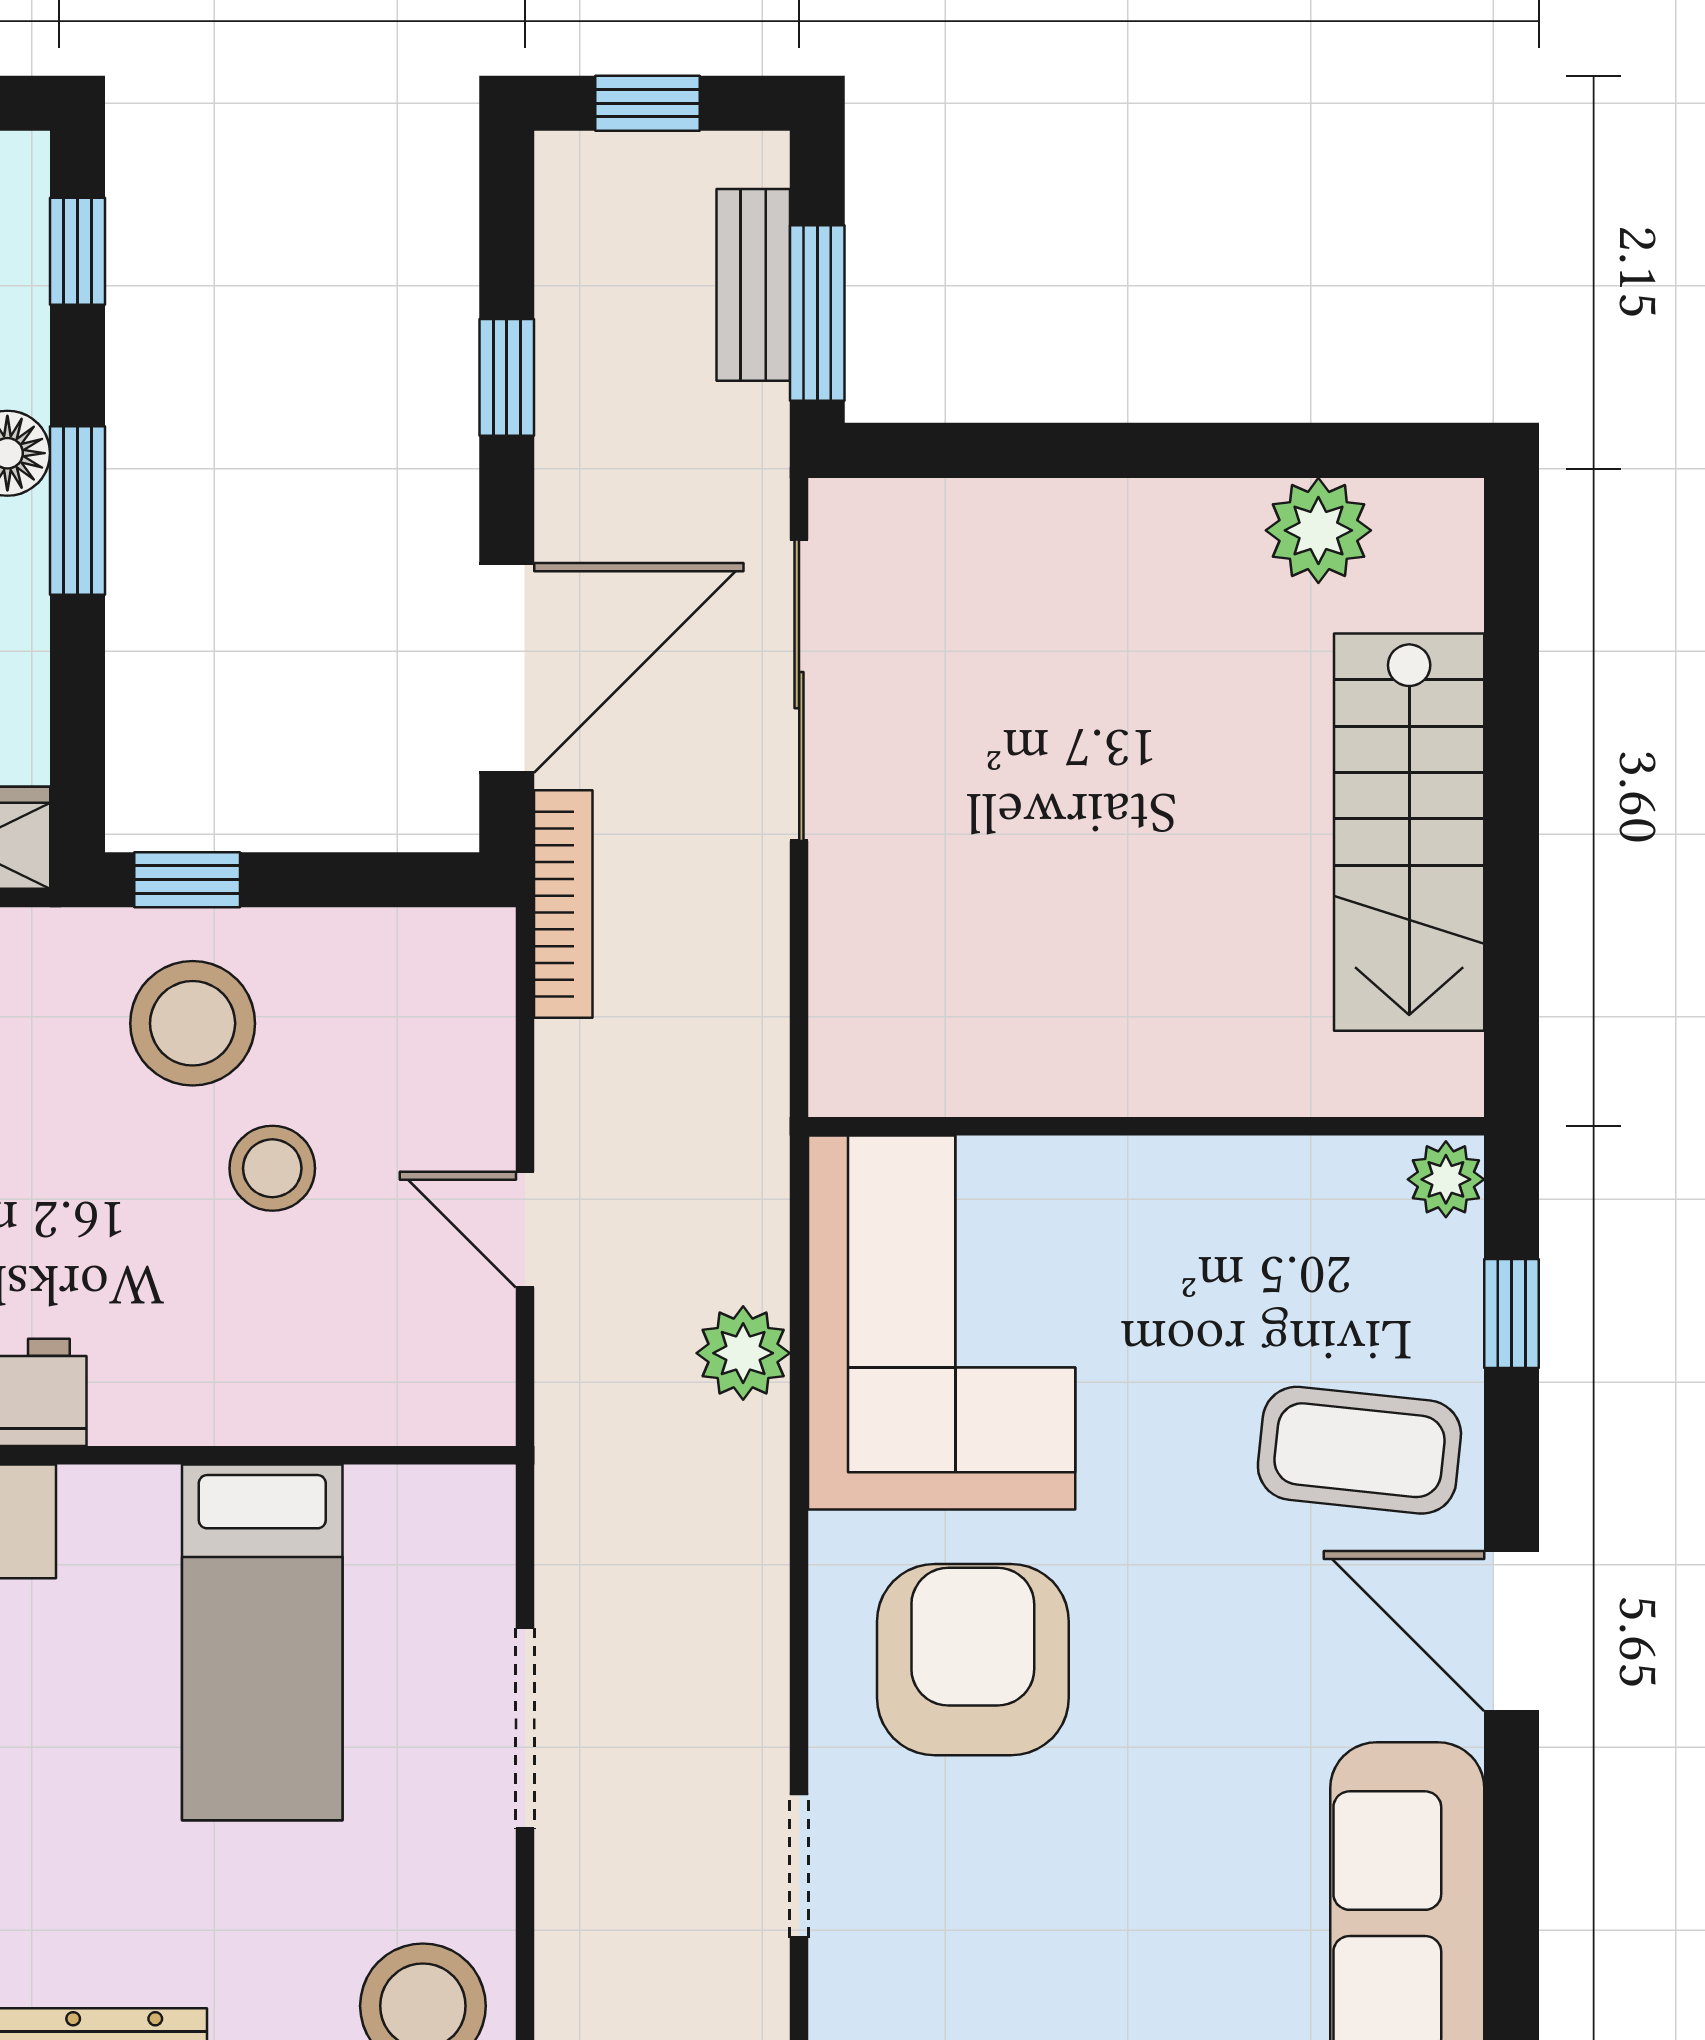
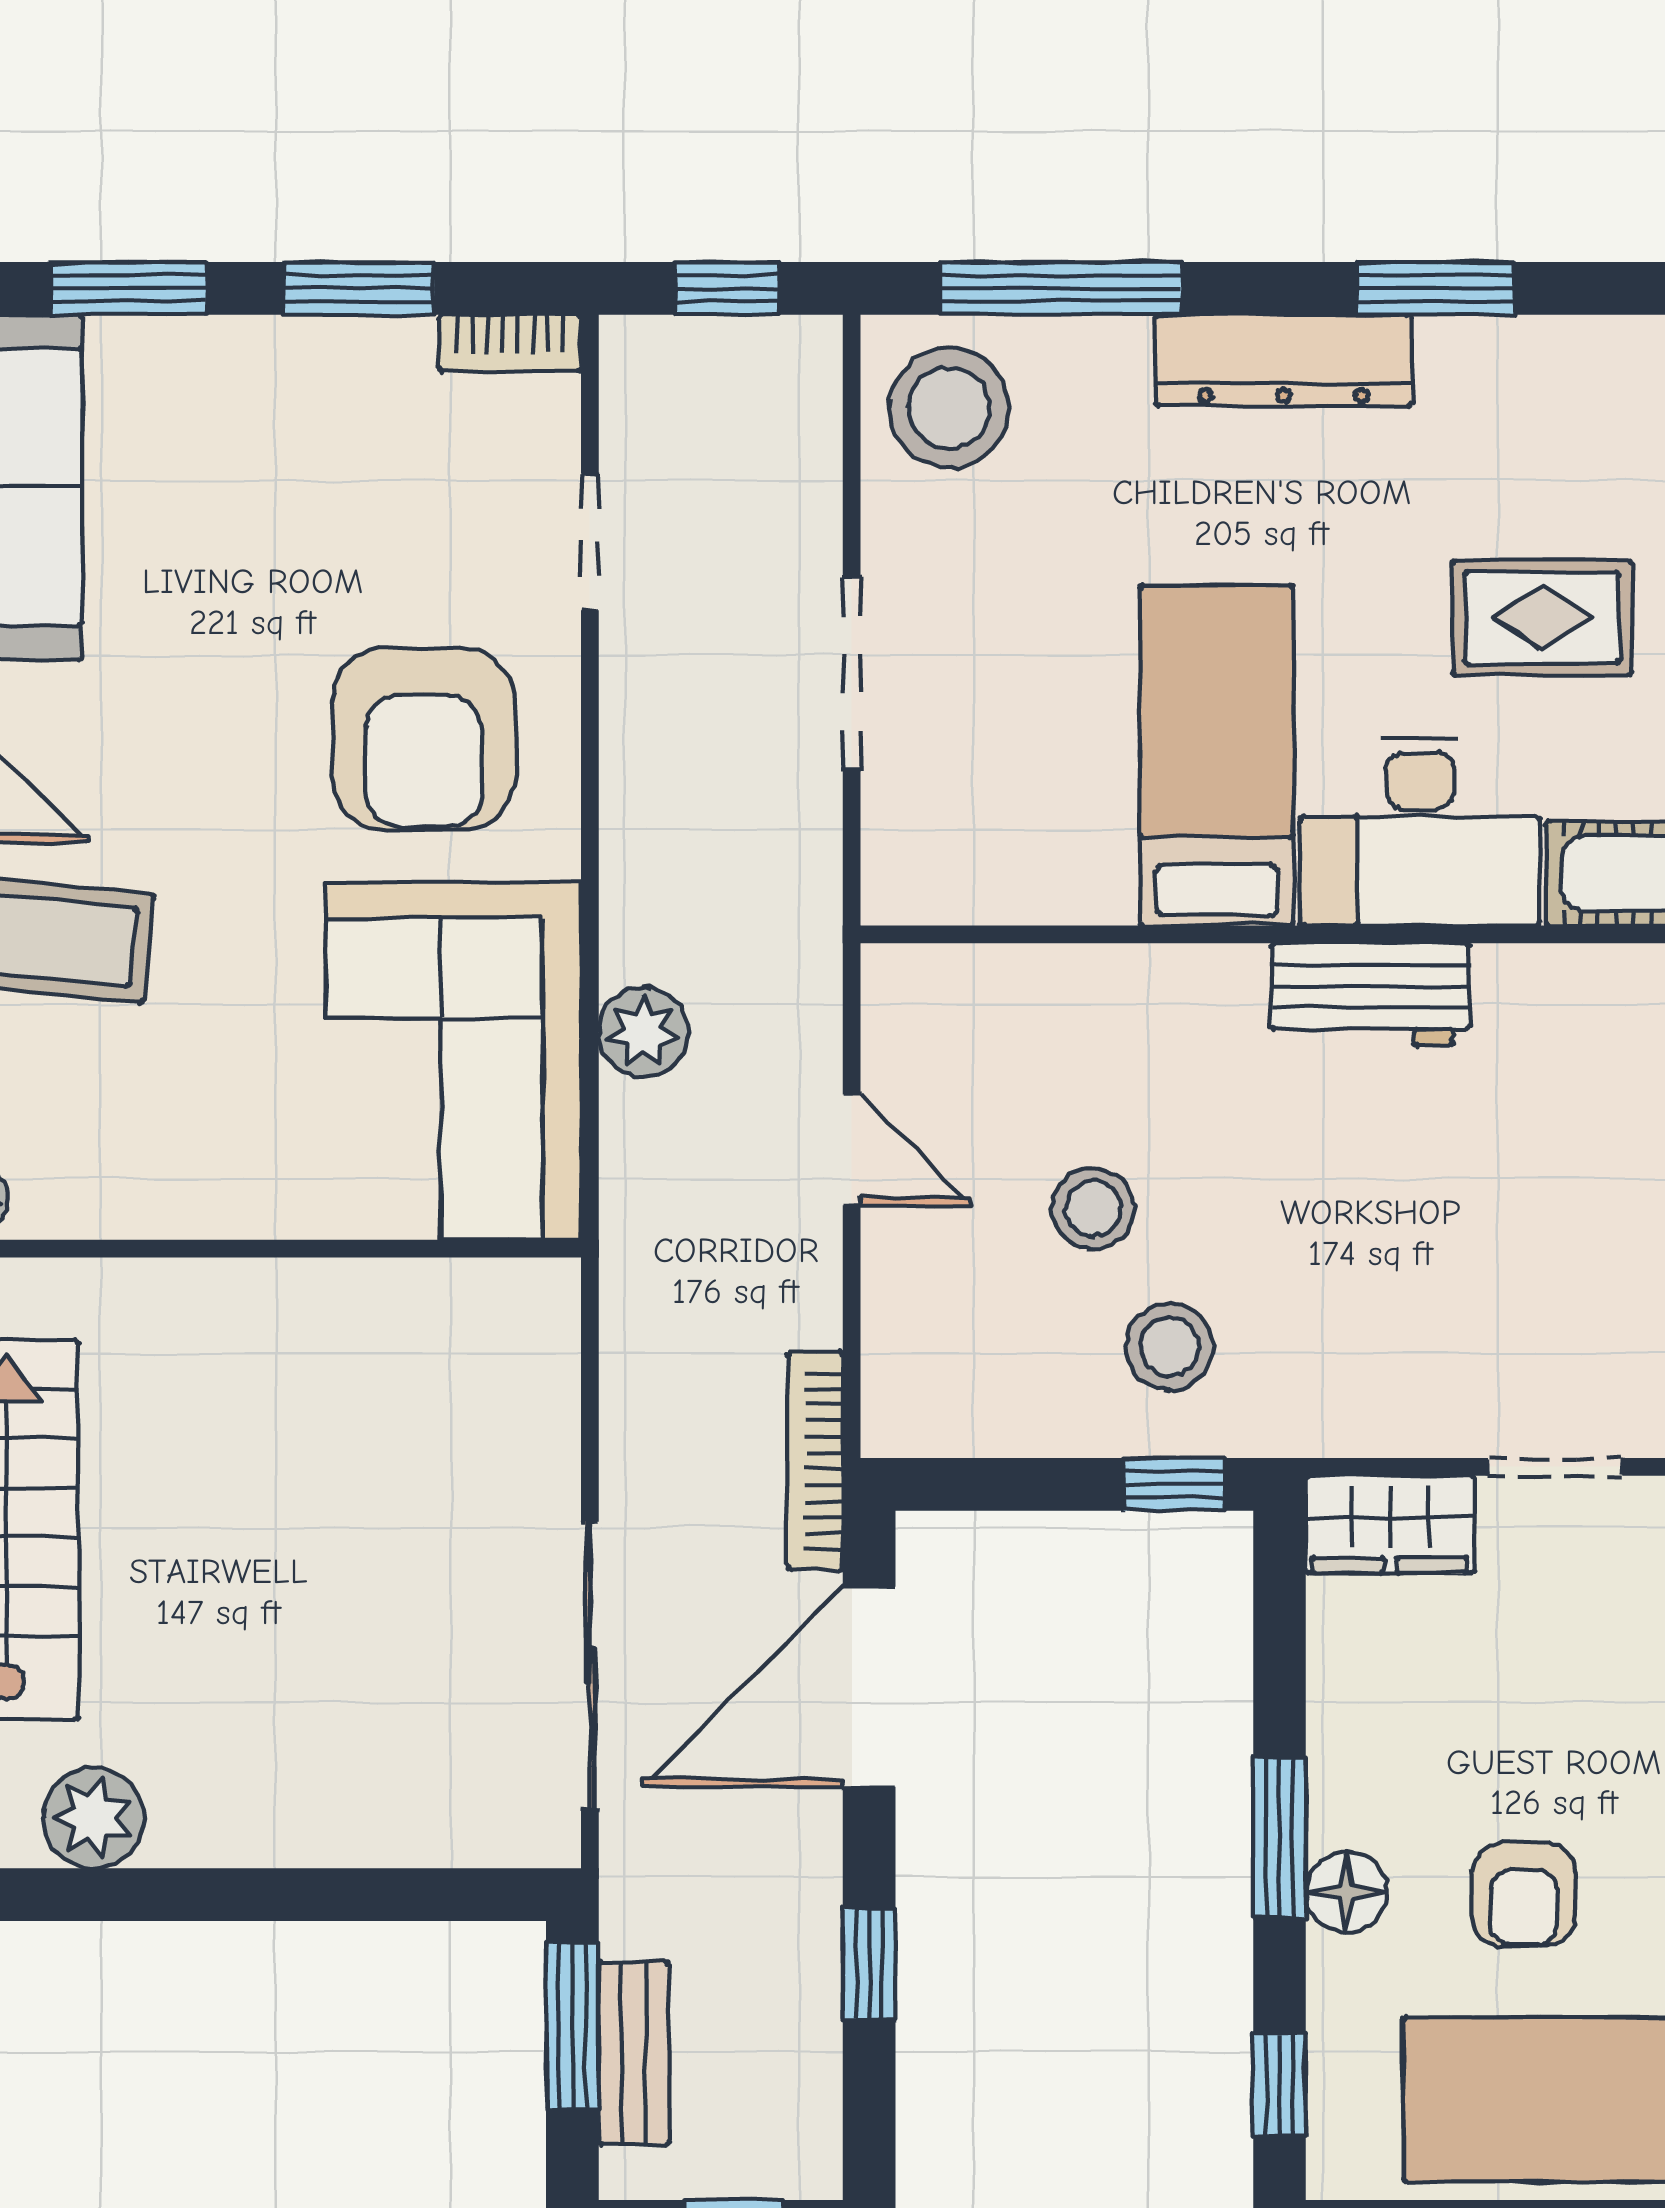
stool: (193, 1023) -> (1169, 1347), width x0.73, depth x0.73
bed: (262, 1642) -> (1217, 755), moved

